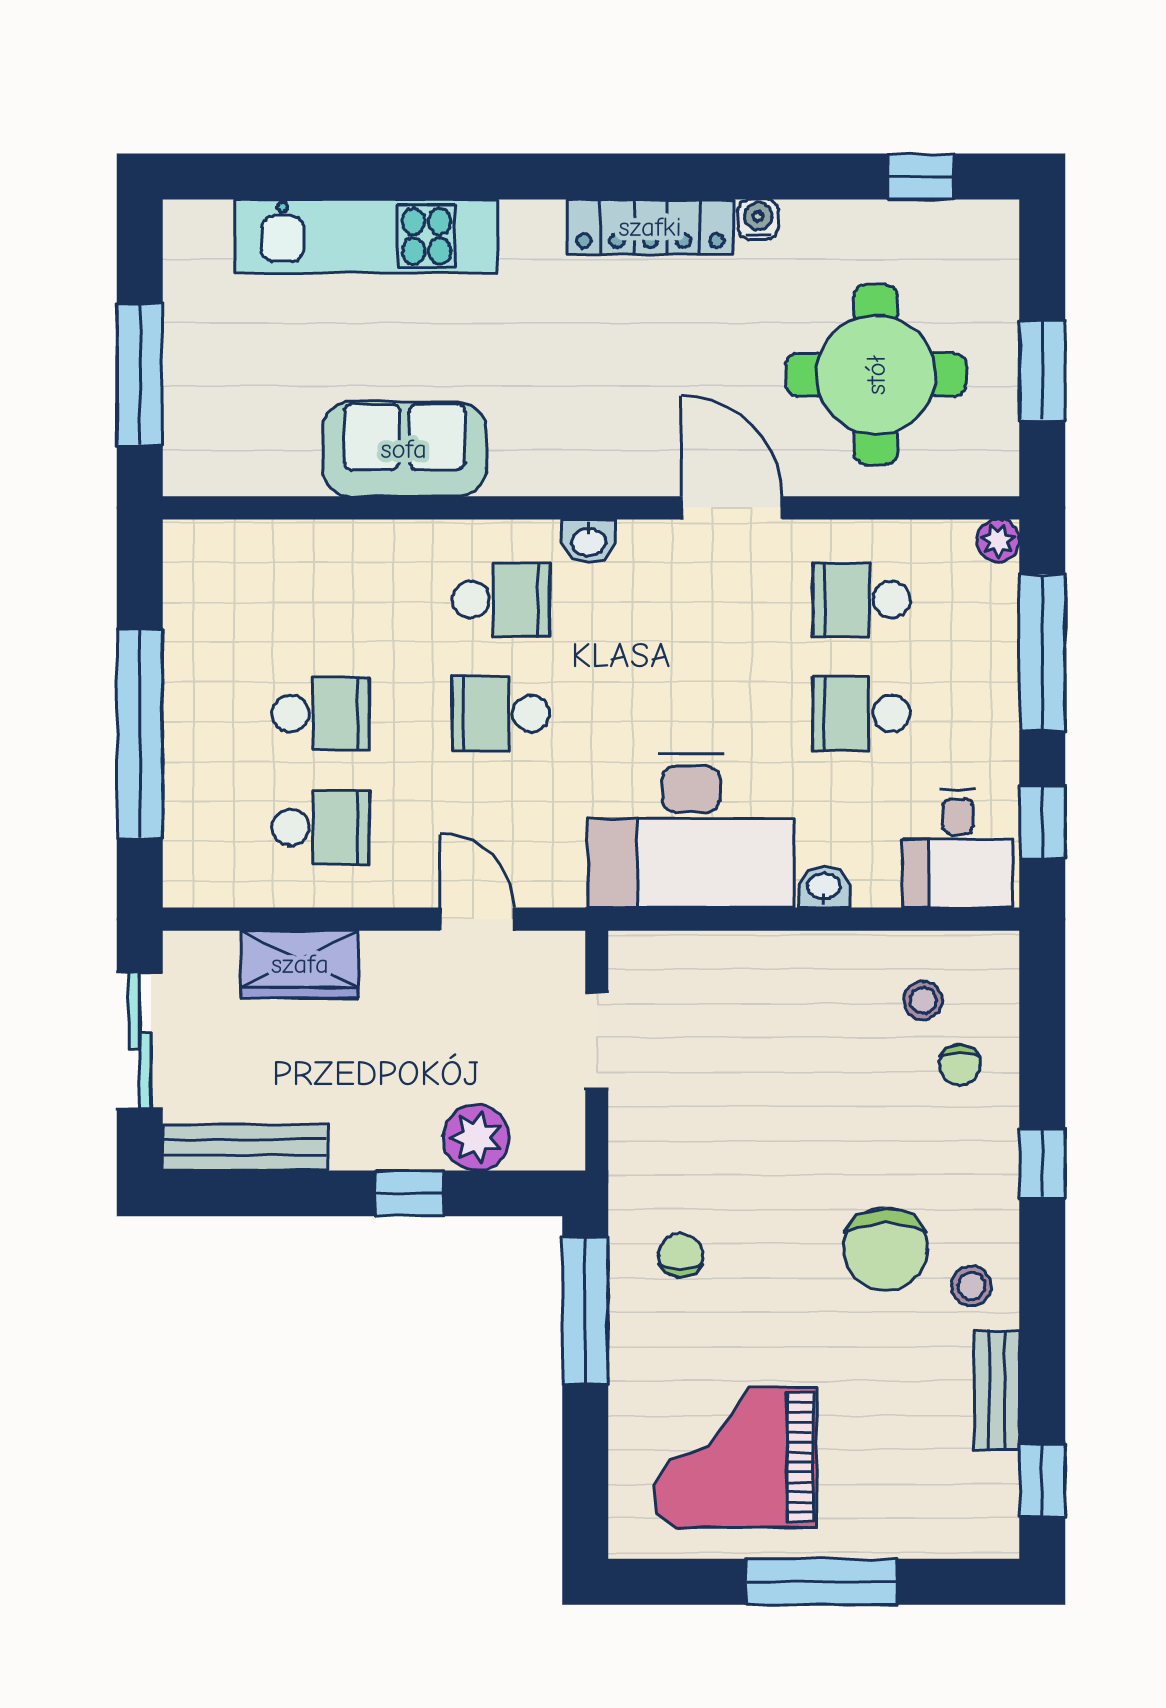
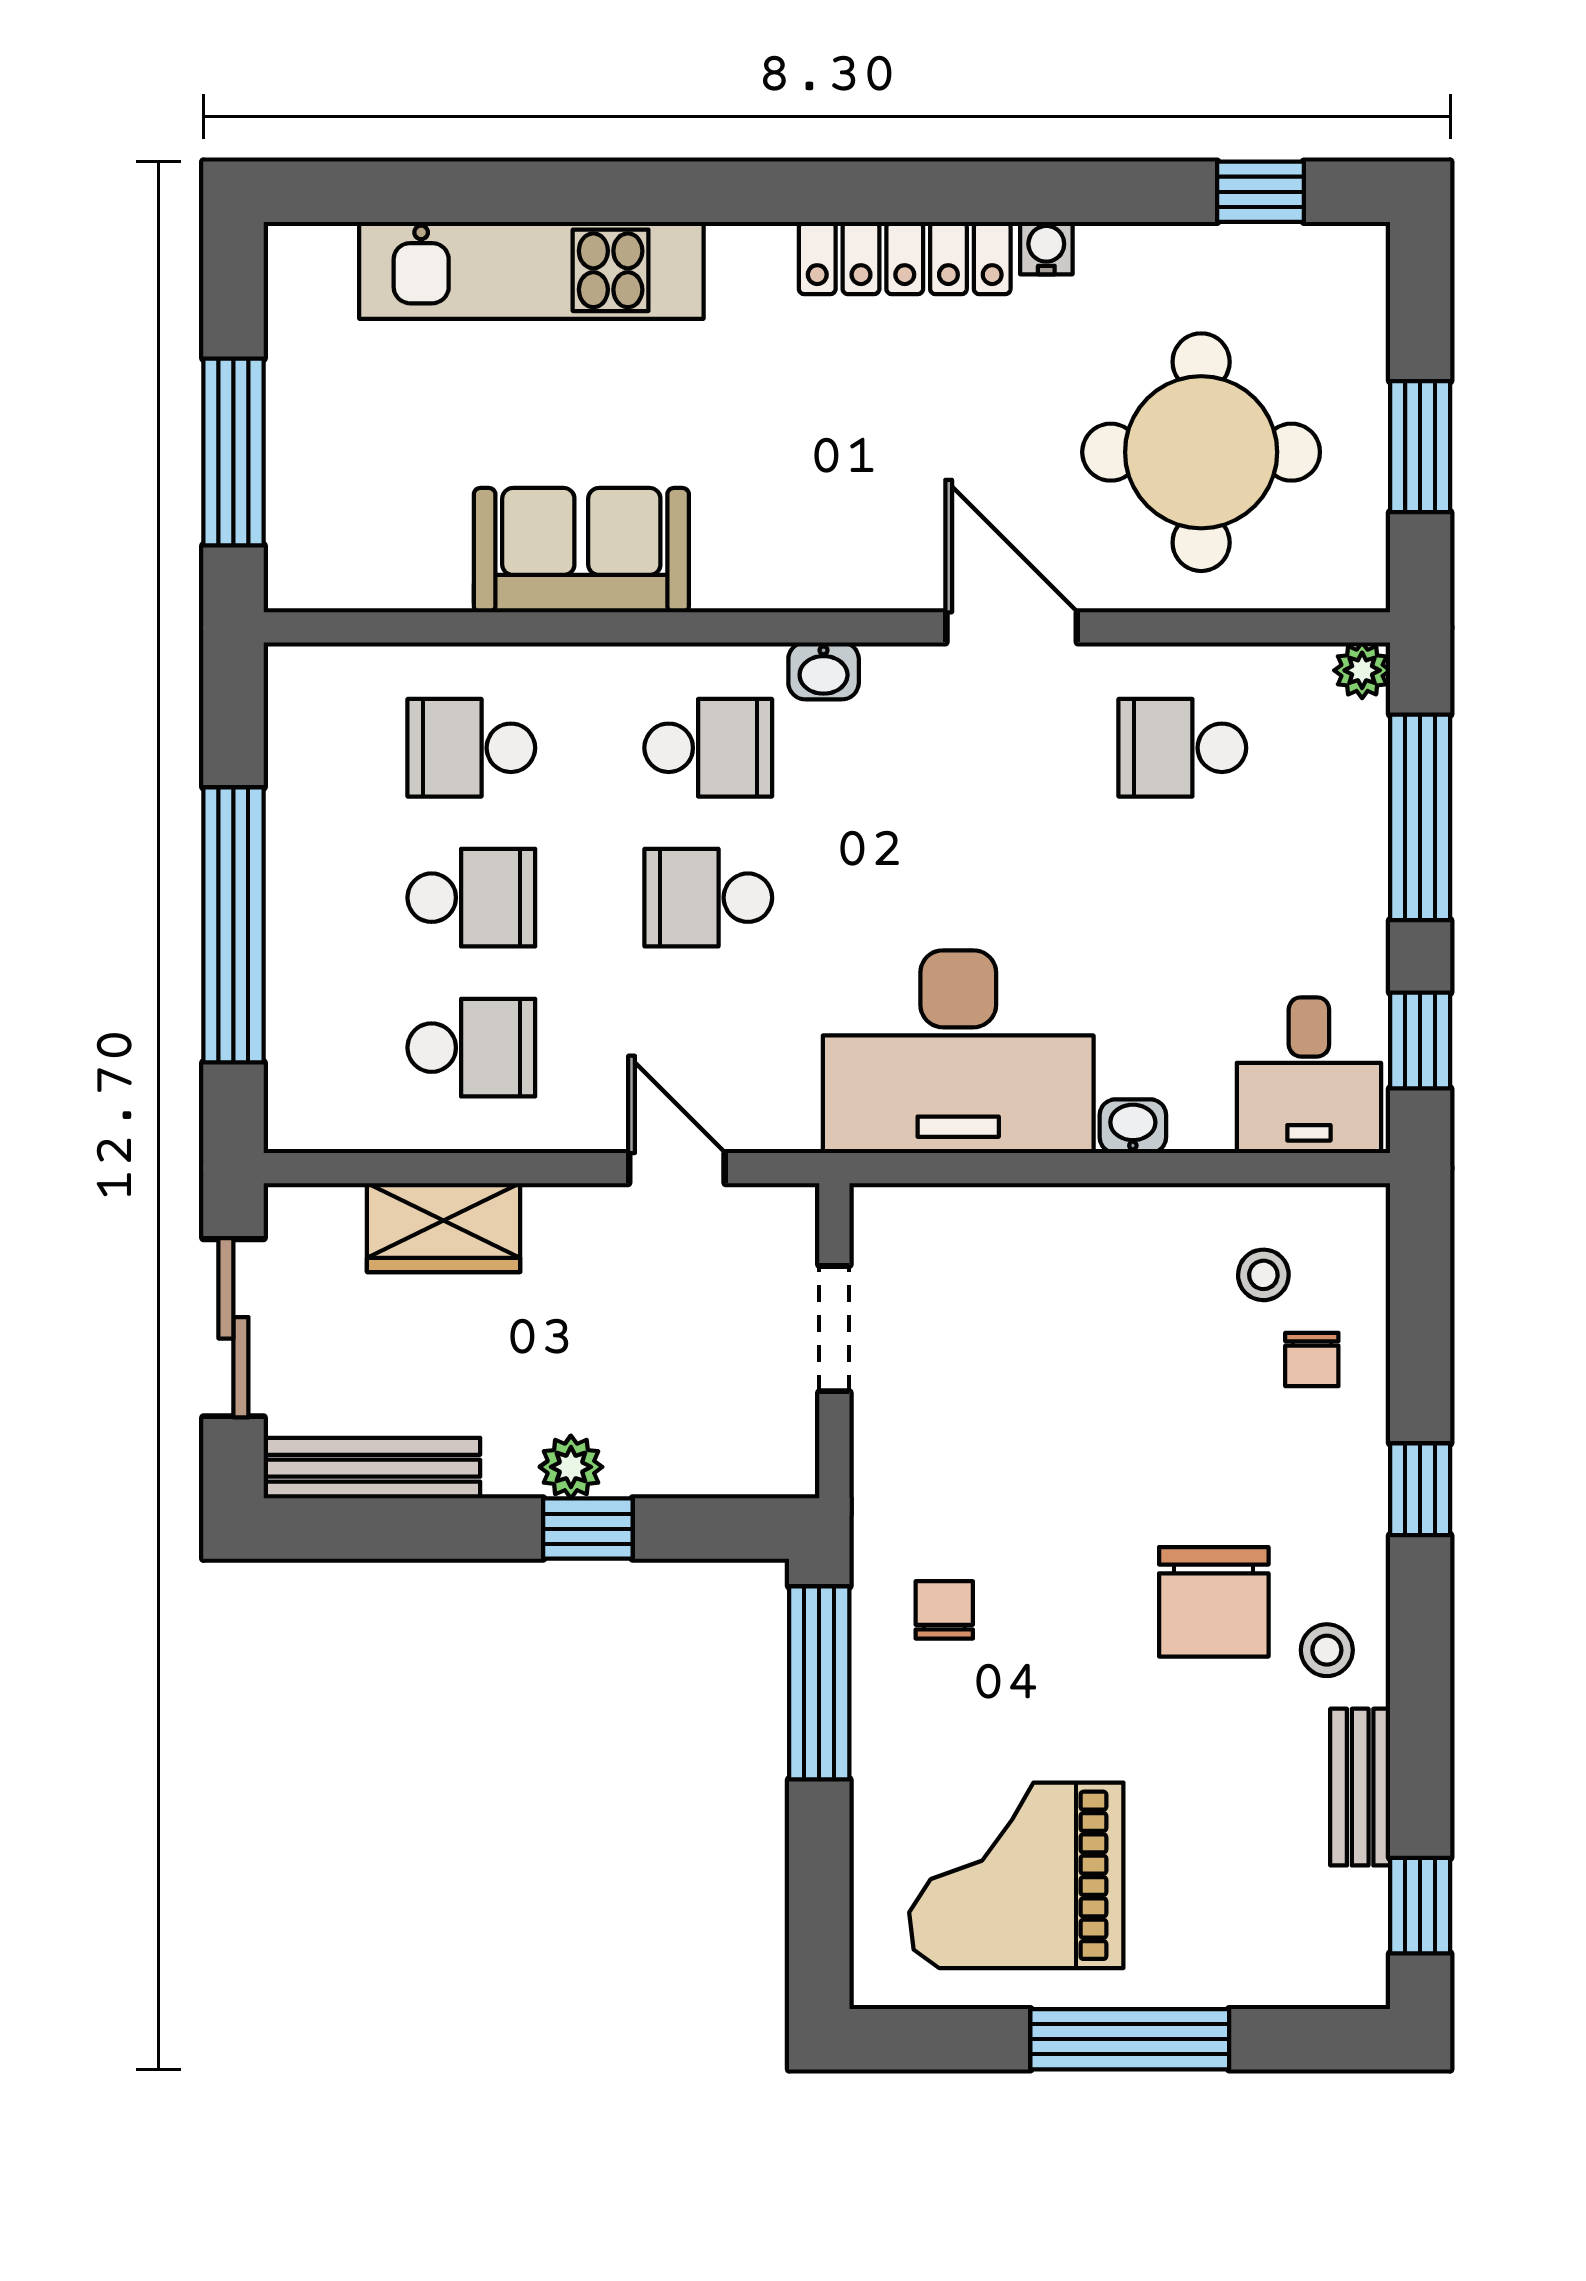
school desk: (861, 713) -> (471, 748), moved
plant: (476, 1138) -> (571, 1467), moved, width x0.73, depth x0.73

